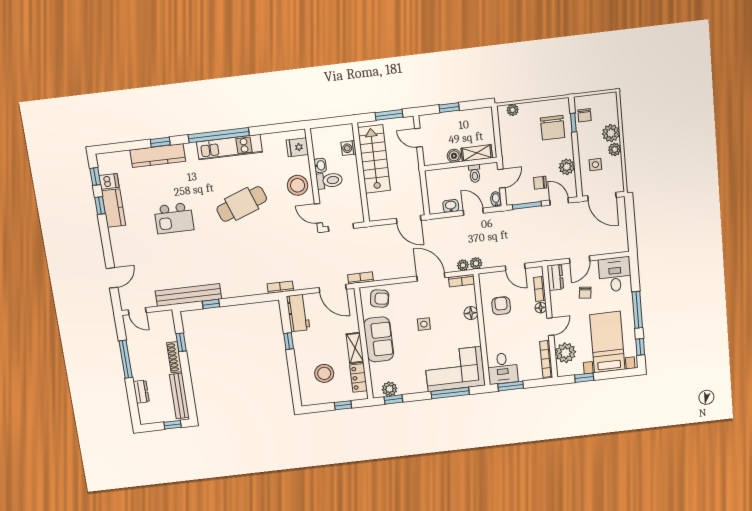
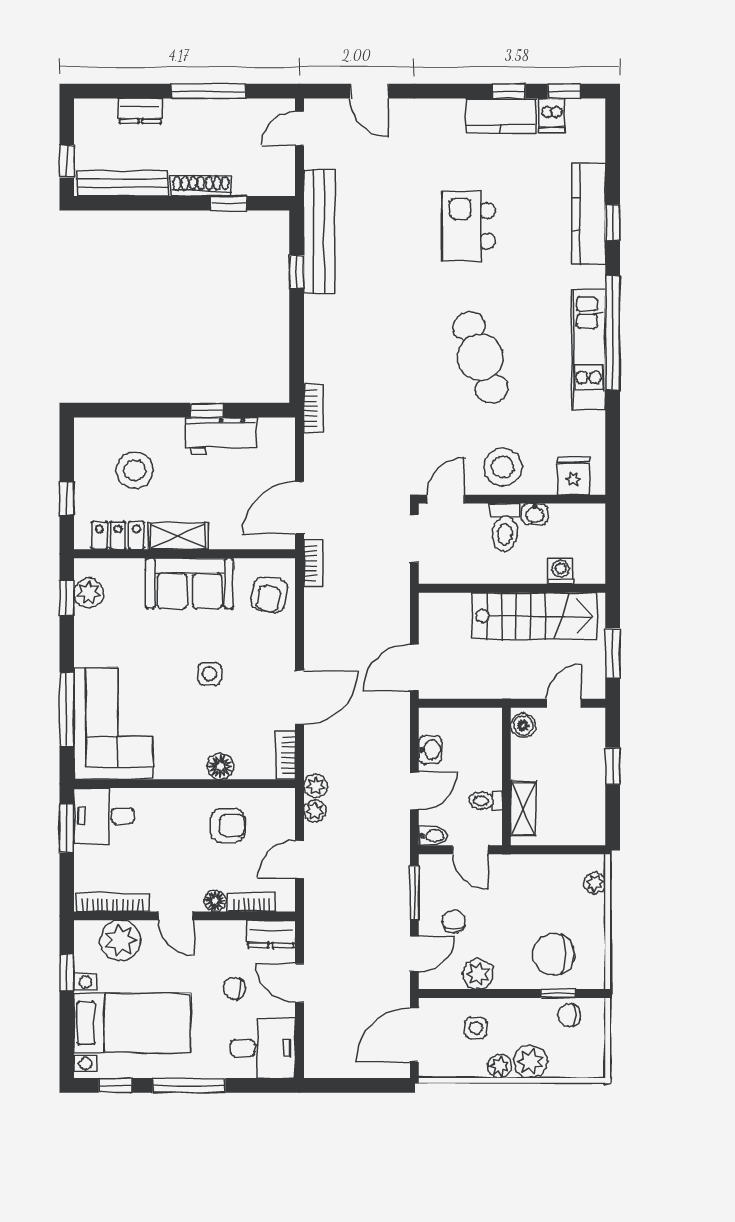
boiler: (454, 156) -> (523, 725), moved
plant: (463, 265) -> (315, 811), moved
workbench: (298, 313) -> (221, 436), moved

